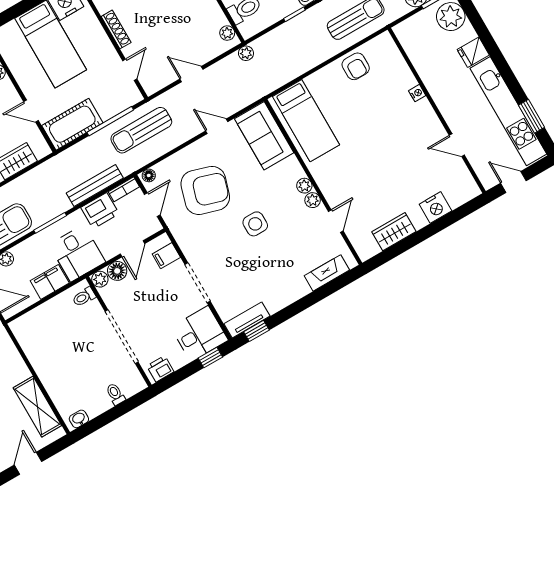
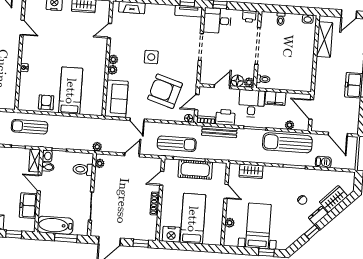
door: (191, 74) -> (132, 155), swing flipped
bed: (306, 121) -> (71, 91), moved
cot: (72, 124) -> (195, 170), moved
plant: (313, 200) -> (113, 70), moved
filing cabinet: (166, 256) -> (207, 72), removed

